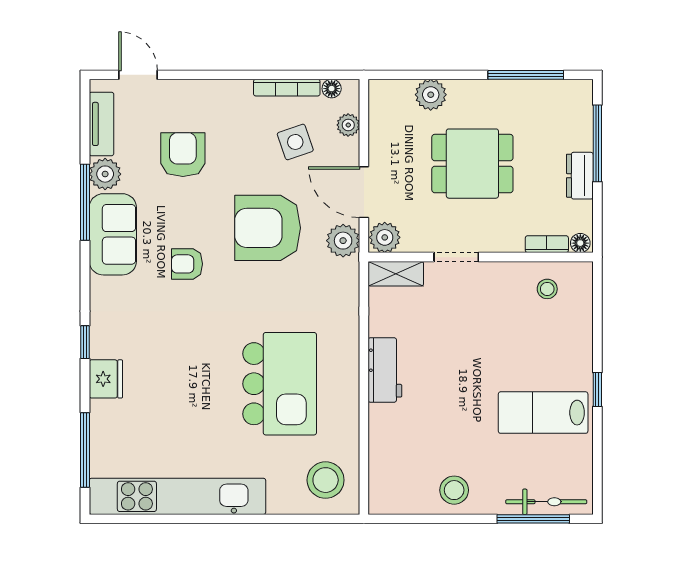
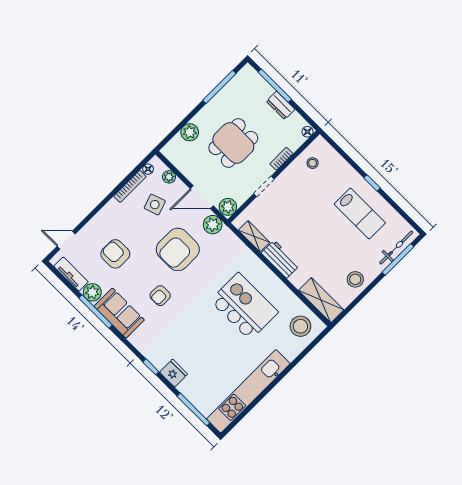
bookcase: (547, 244) -> (281, 159), moved
shelving: (396, 274) -> (254, 236), moved, turned 90
lab bench: (543, 413) -> (360, 214), turned -90
shelving: (385, 473) -> (321, 300), added

